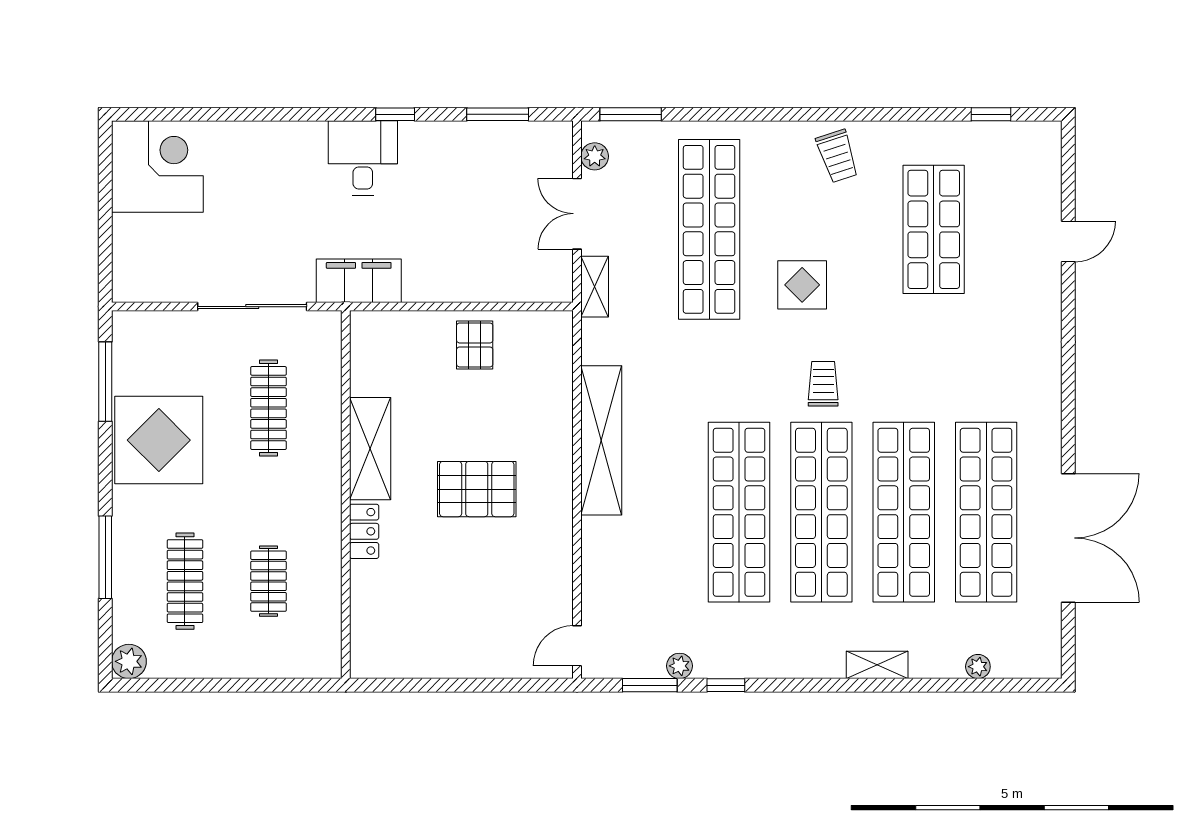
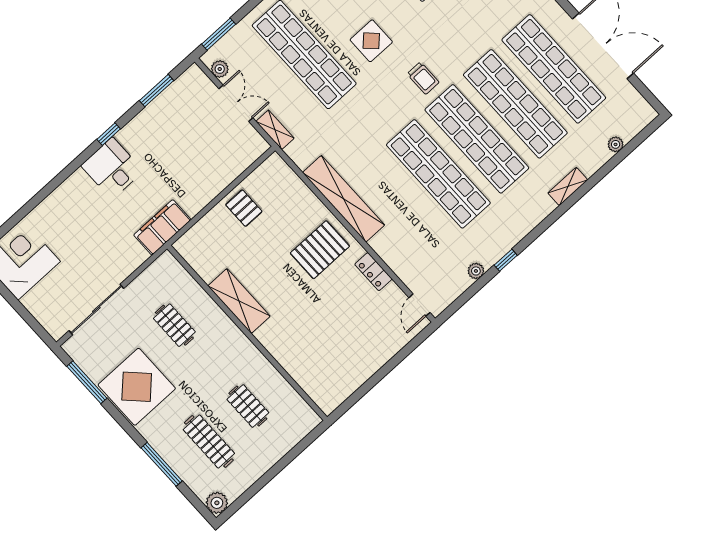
double door: (577, 214) -> (236, 103), swing flipped
sliding door: (252, 307) -> (96, 309), moved
trolley: (823, 384) -> (423, 78), turned 180
clothes rail: (268, 408) -> (174, 325), width x0.73
pallet: (477, 489) -> (320, 250), moved
locker: (364, 531) -> (373, 272), moved, turned 180
window: (650, 685) -> (470, 293), removed

